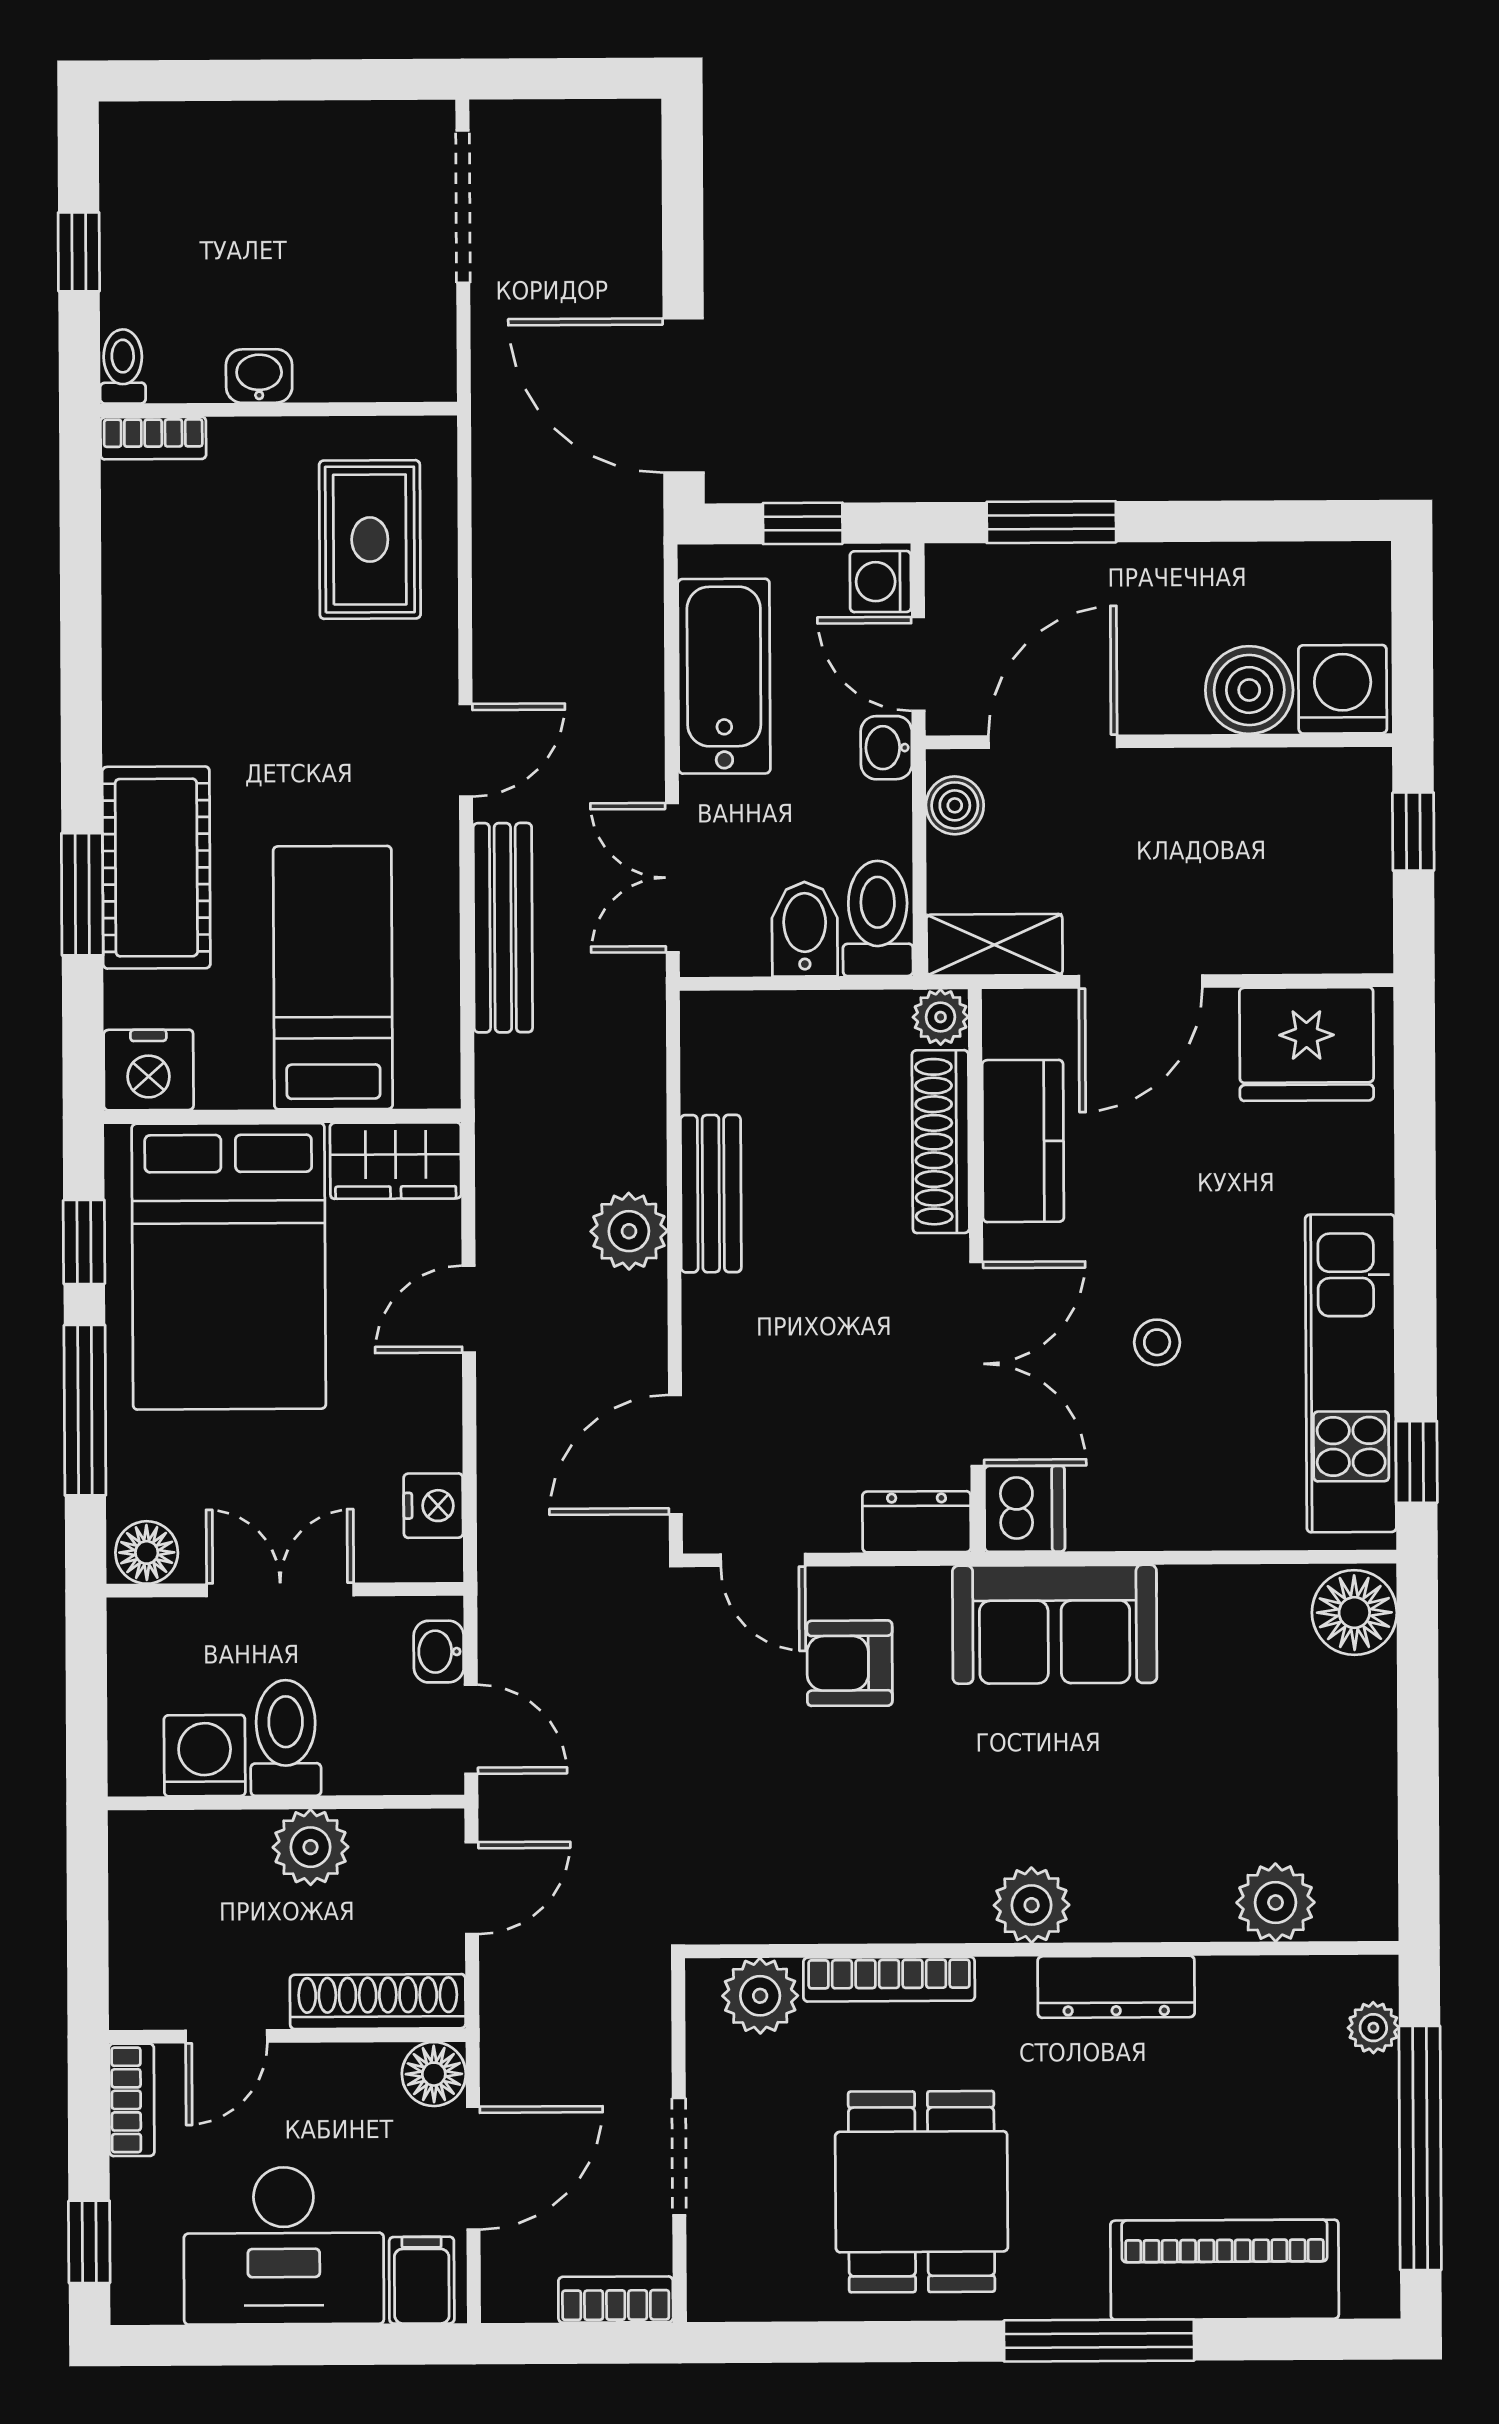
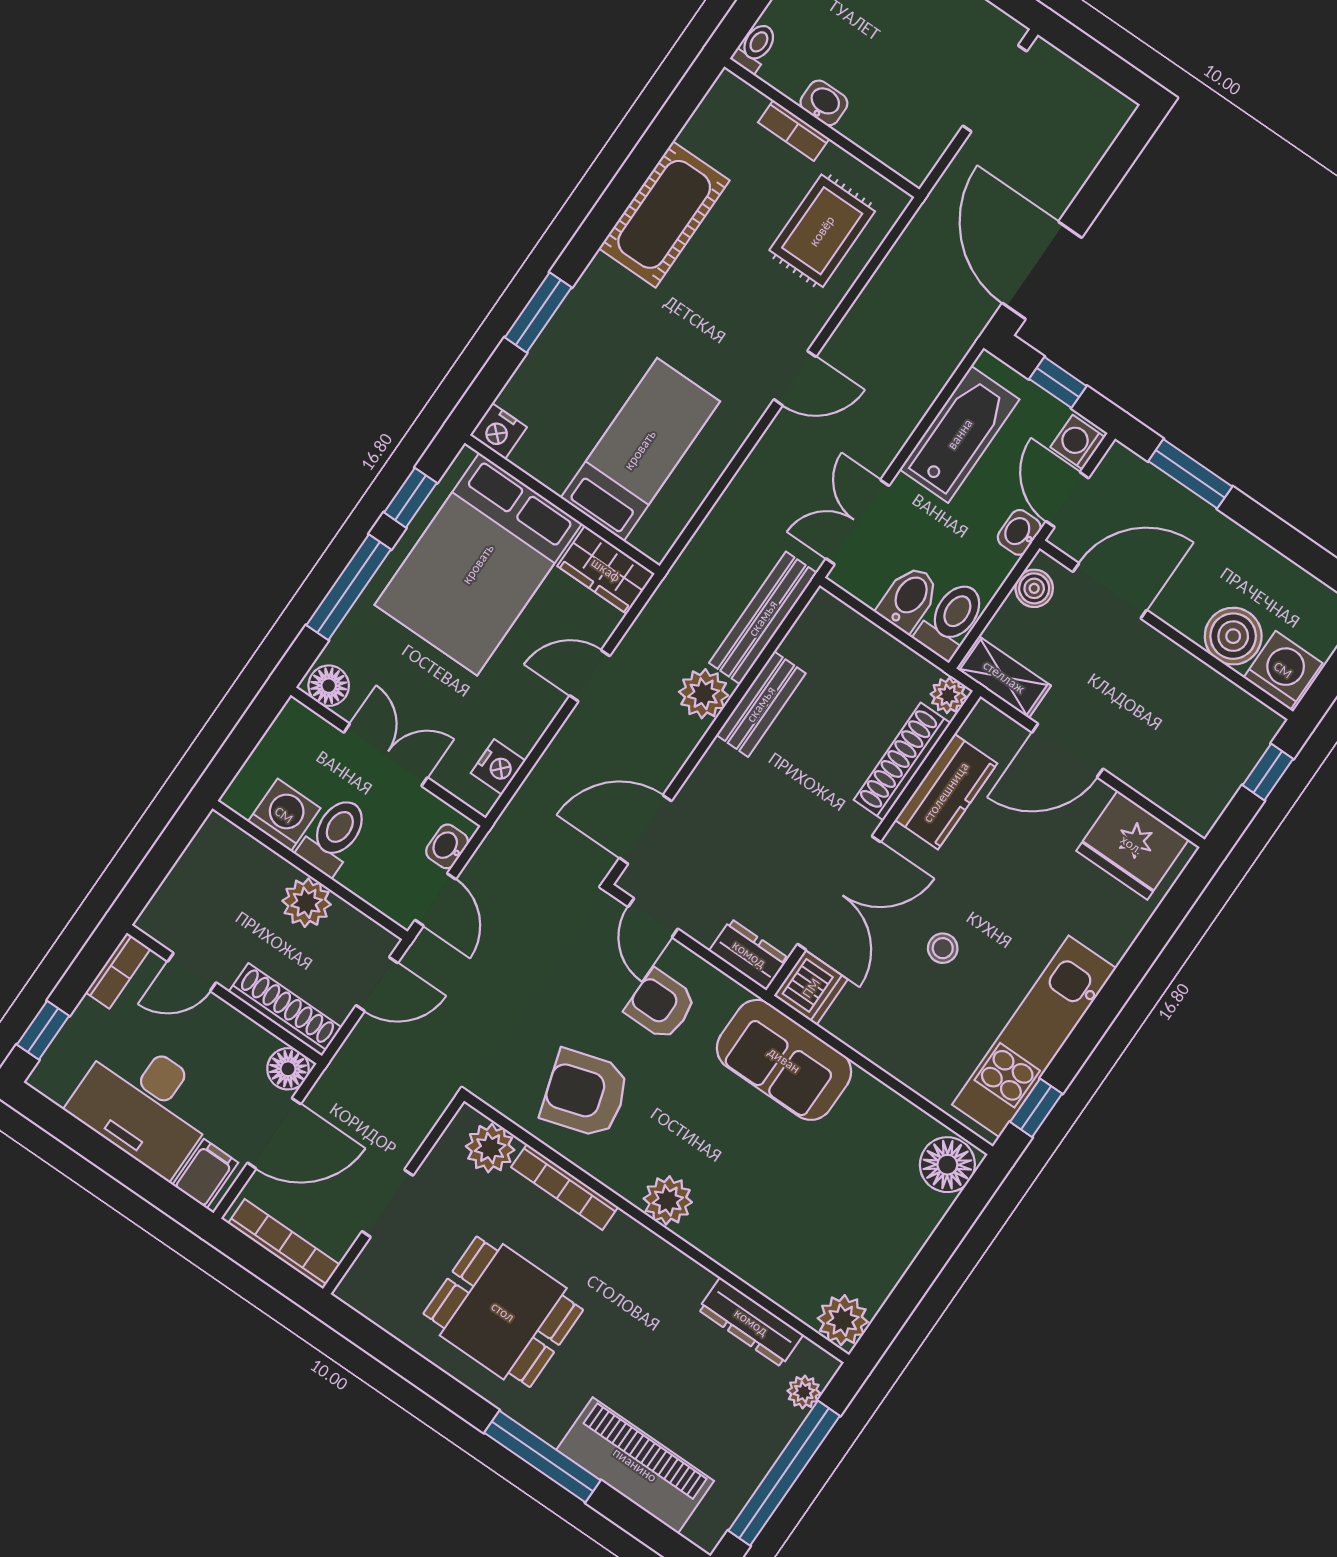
bookcase: (153, 438) -> (794, 130), moved
cot: (156, 868) -> (664, 214), moved
bench: (503, 928) -> (763, 618), moved
nightstand: (149, 1070) -> (498, 431), width x0.74, depth x0.75
armchair: (832, 1843) -> (585, 1094), added
plant: (1276, 1902) -> (843, 1320), moved
dresser: (1116, 1987) -> (751, 1322), moved
dining table: (922, 2192) -> (503, 1312), turned 90
bookcase: (616, 2300) -> (284, 1244), width x1.56

